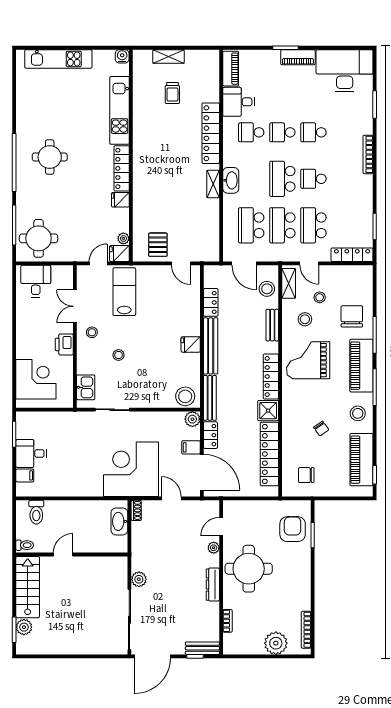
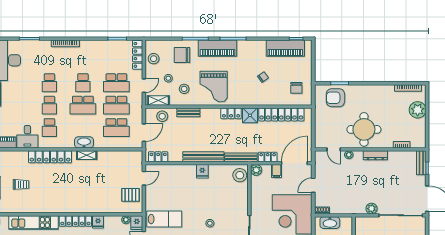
lab bench: (124, 292) -> (164, 219), turned 180
locker: (211, 302) -> (158, 157), moved
locker: (271, 377) -> (231, 113), width x0.66
stool: (358, 413) -> (154, 59), moved

